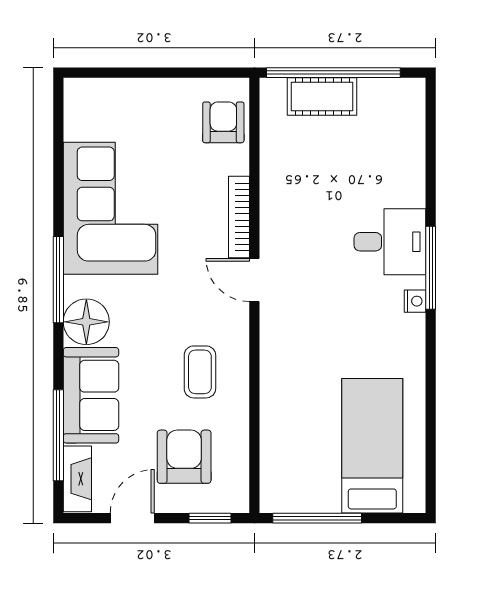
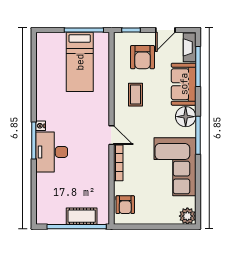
plant: (82, 97) -> (187, 216), added
desk: (390, 242) -> (52, 152), width x1.37
bed: (372, 446) -> (80, 62), moved

